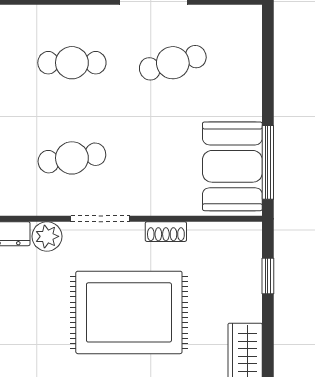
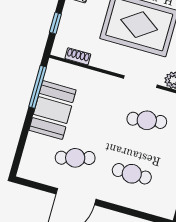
booth: (232, 166) -> (52, 110), moved
shoe rack: (166, 232) -> (78, 56), moved

